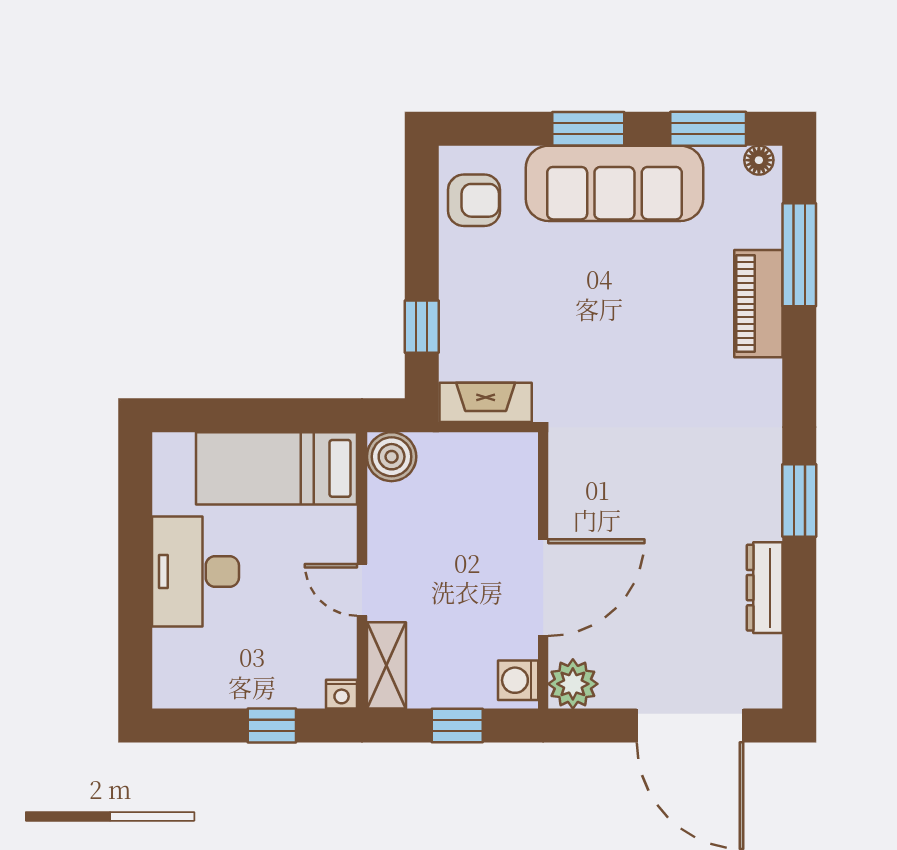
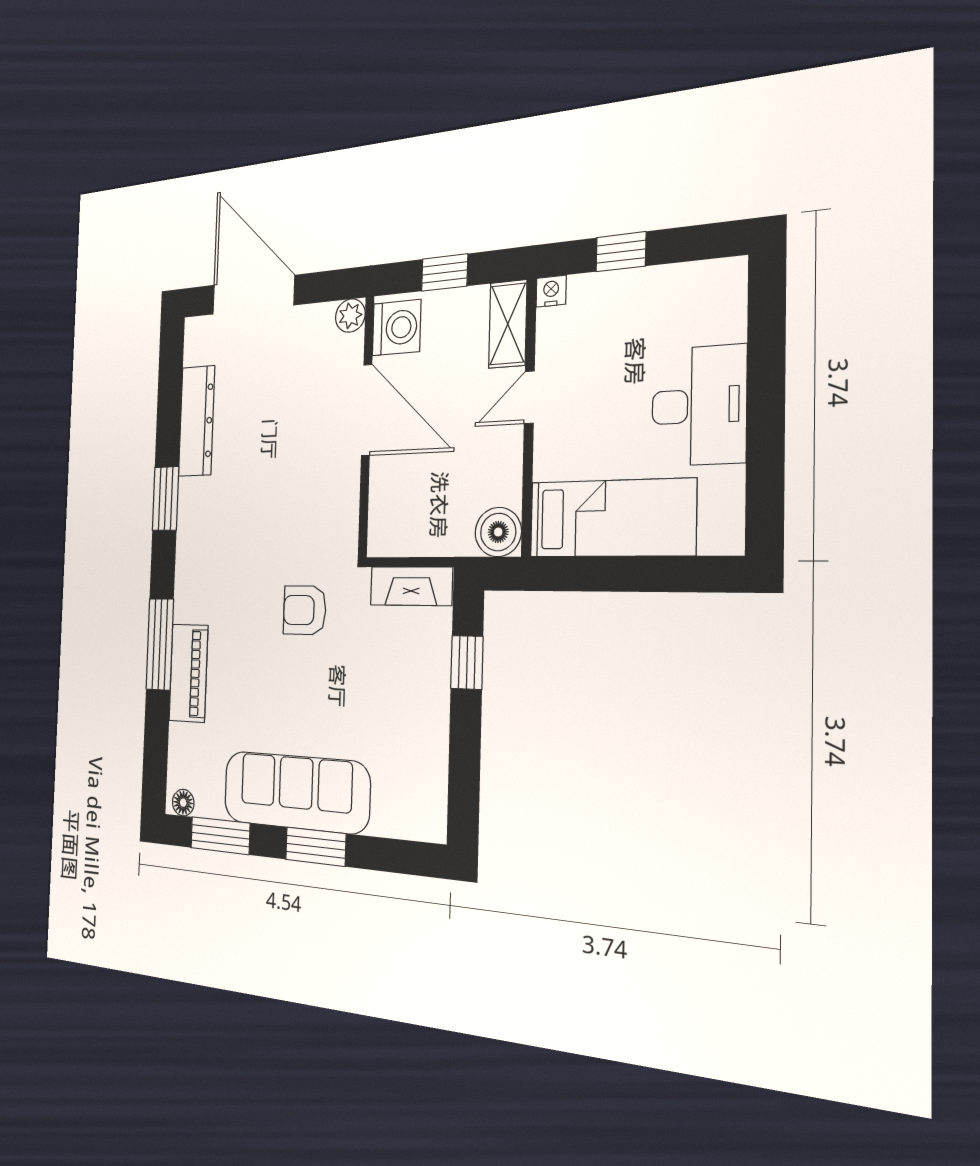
armchair: (474, 200) -> (305, 610), moved
window: (799, 255) -> (160, 644), moved
door: (543, 588) -> (367, 410), swing flipped
dresser: (765, 588) -> (197, 421), width x1.37, depth x1.24
door: (362, 590) -> (529, 397), swing flipped
washing machine: (518, 680) -> (397, 328), width x1.38, depth x1.38
plant: (573, 684) -> (350, 316), width x0.73, depth x0.73

